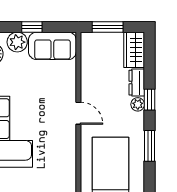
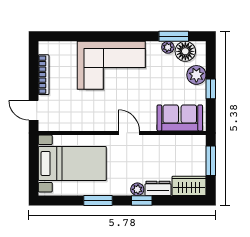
sofa: (52, 46) -> (180, 118), moved, turned 90
door: (78, 113) -> (129, 133), swing flipped

